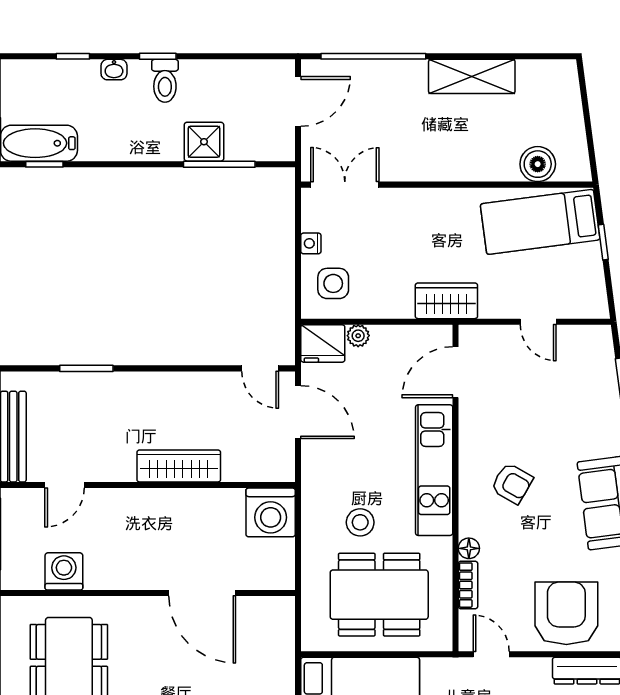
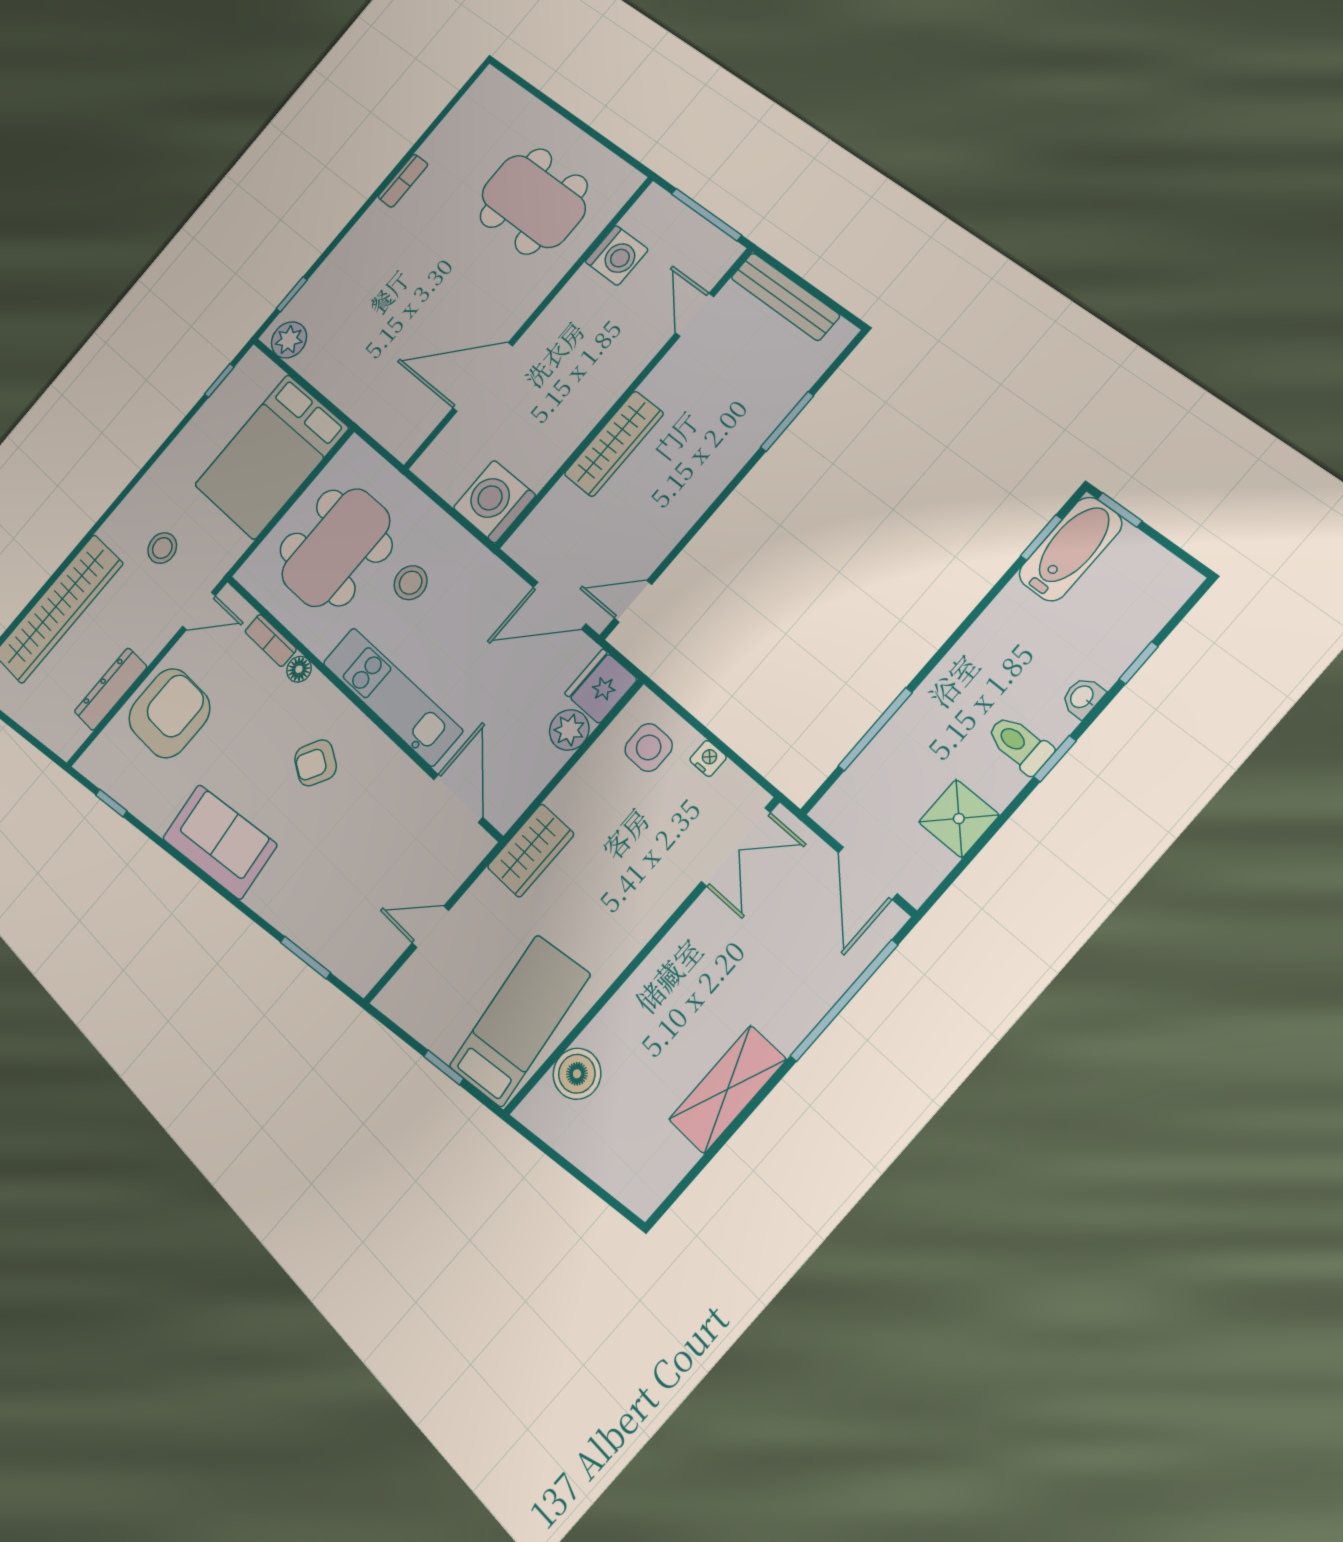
shower: (204, 142) -> (959, 819), moved
plant: (358, 336) -> (569, 730), width x1.38, depth x1.38
armchair: (566, 613) -> (169, 713), turned -90

